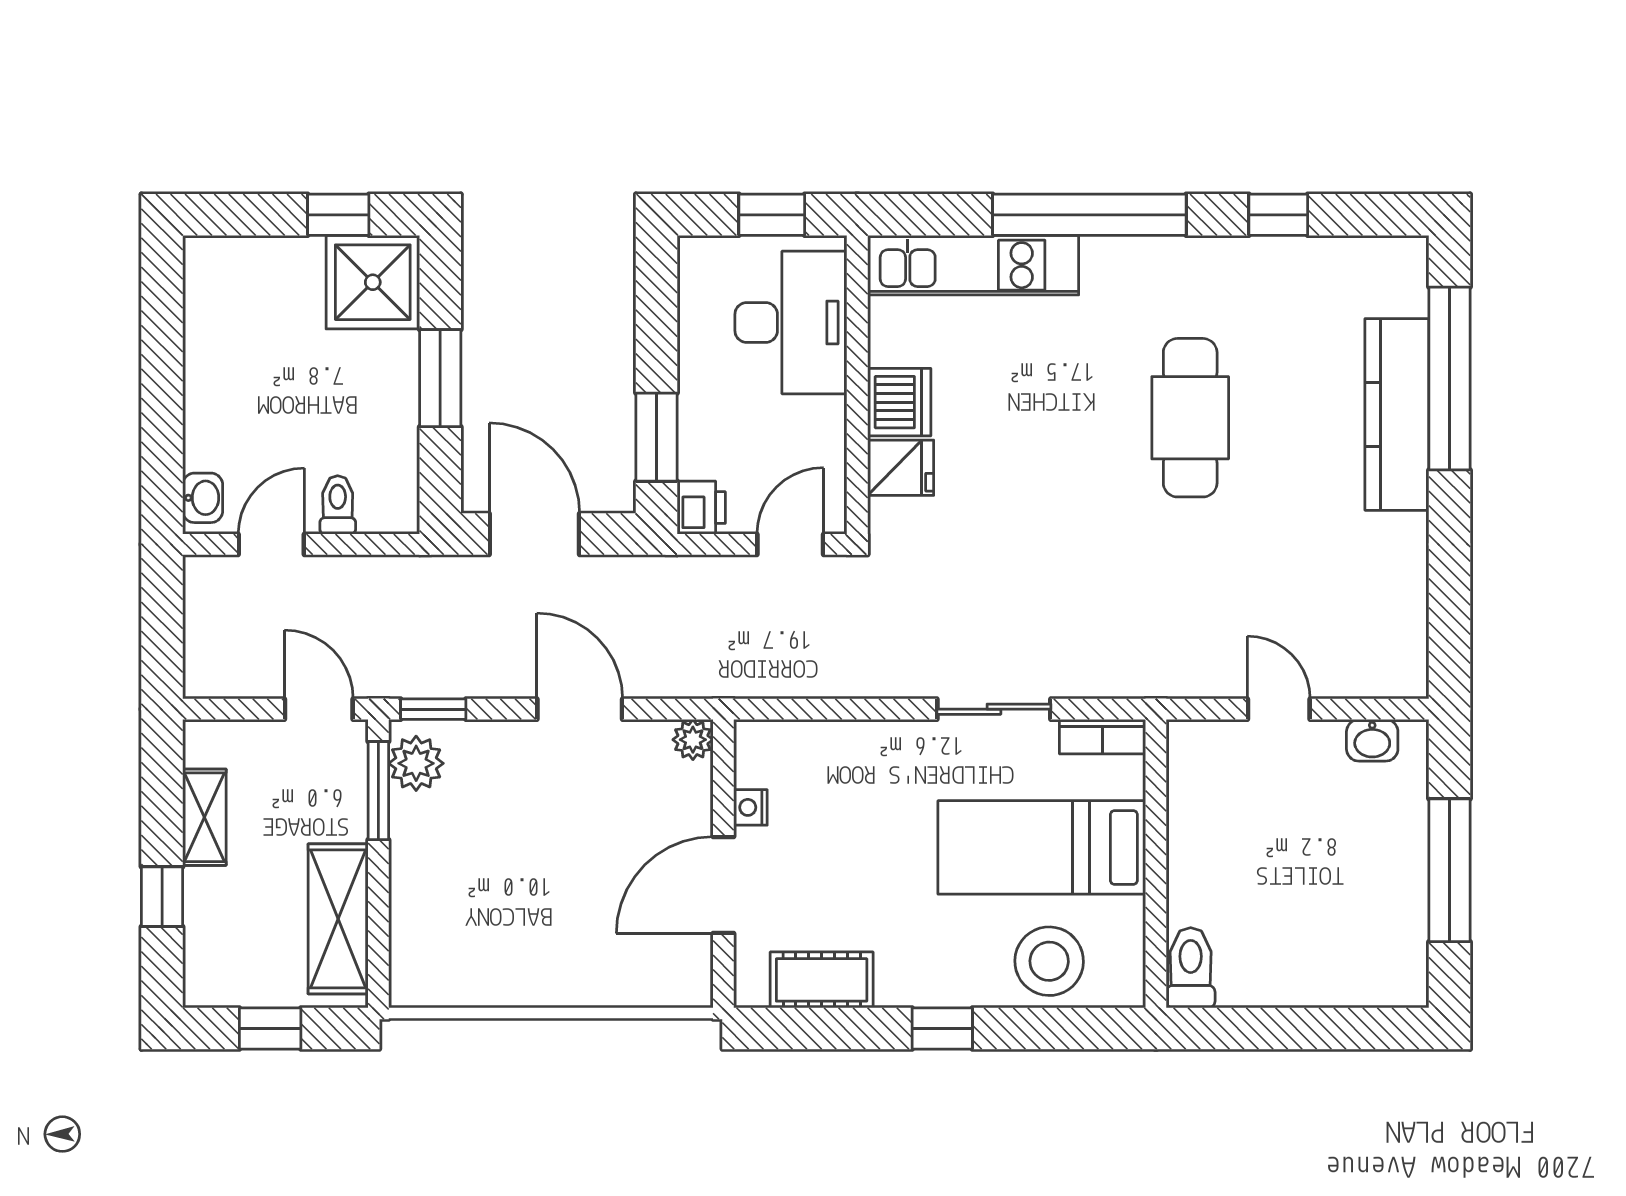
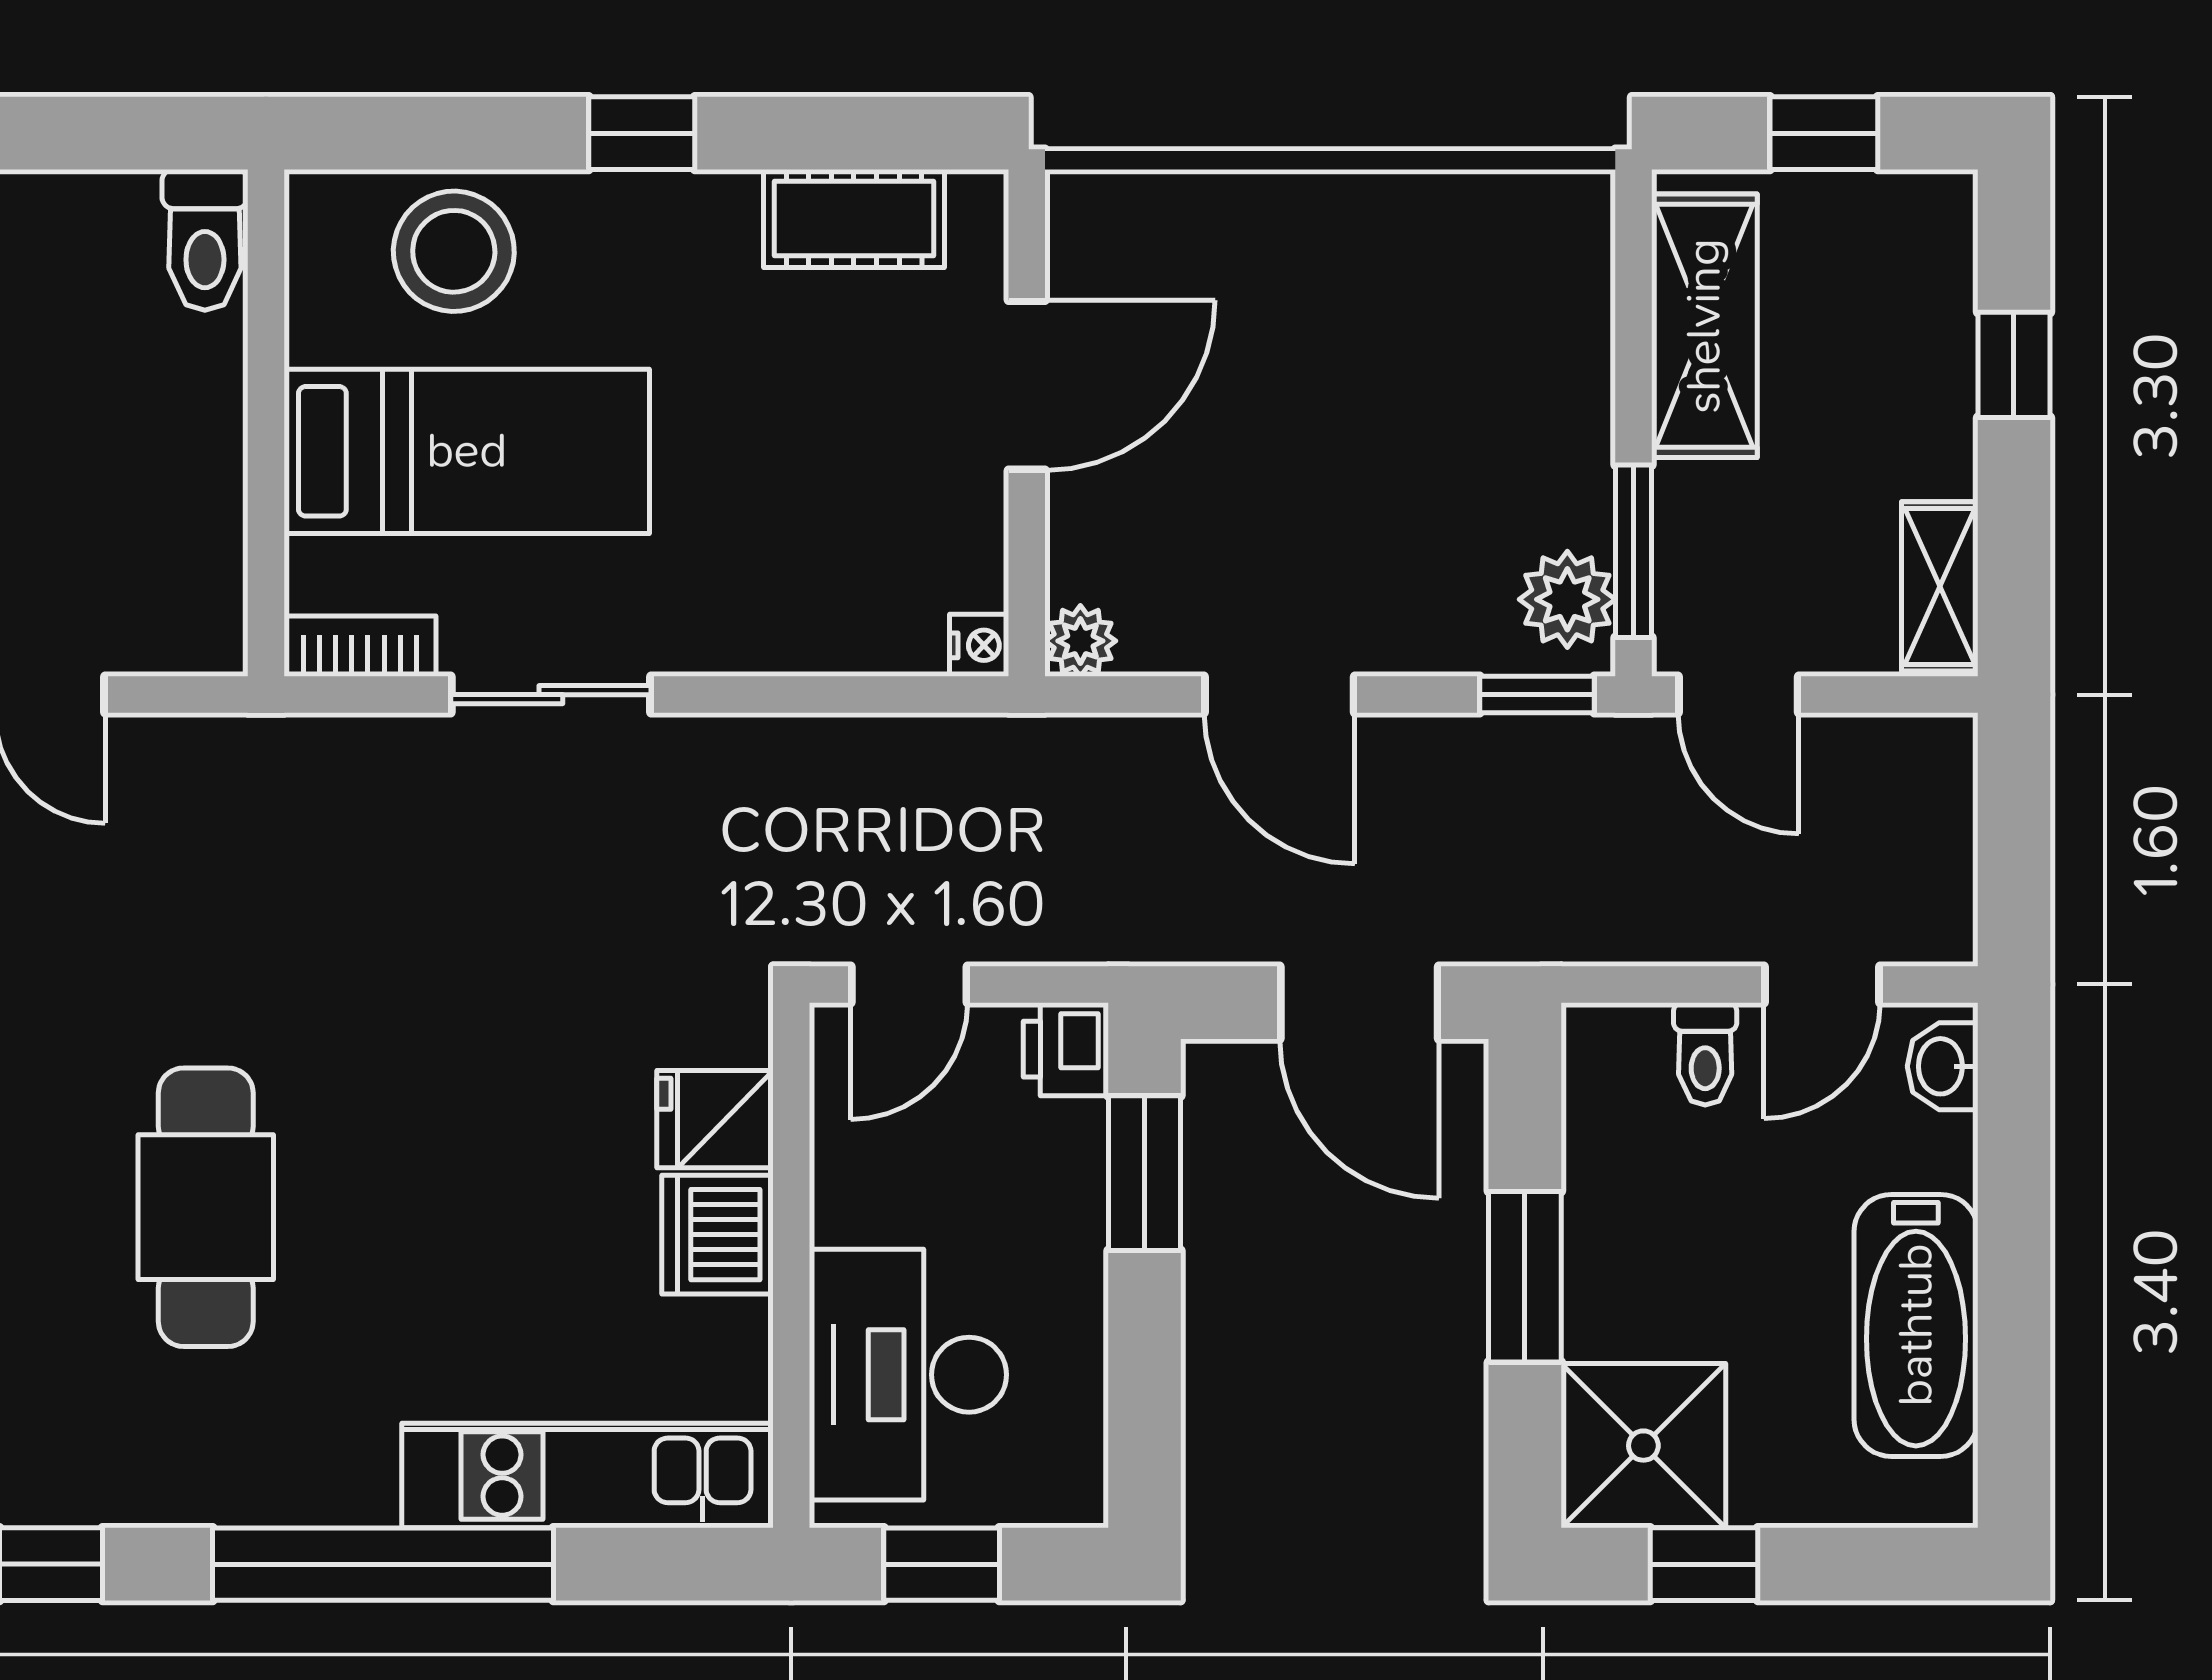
bathtub: (218, 350) -> (1916, 1325), added
nightstand: (750, 807) -> (979, 645), moved
shelving: (204, 817) -> (1940, 586), moved

